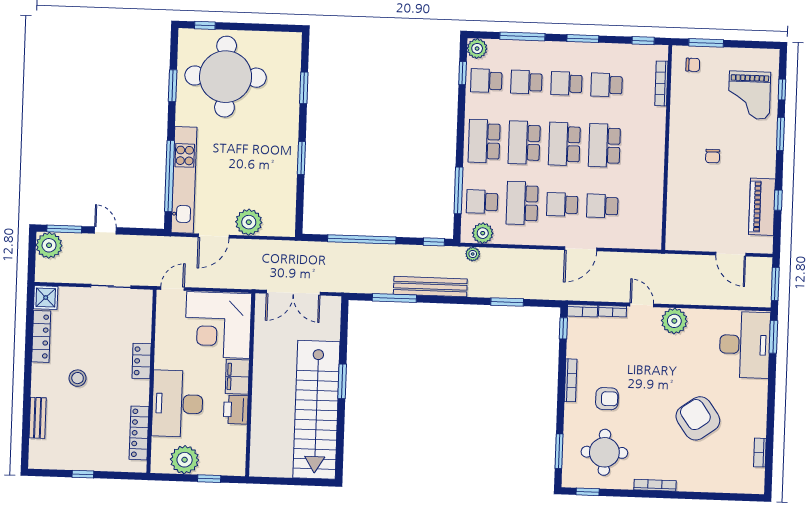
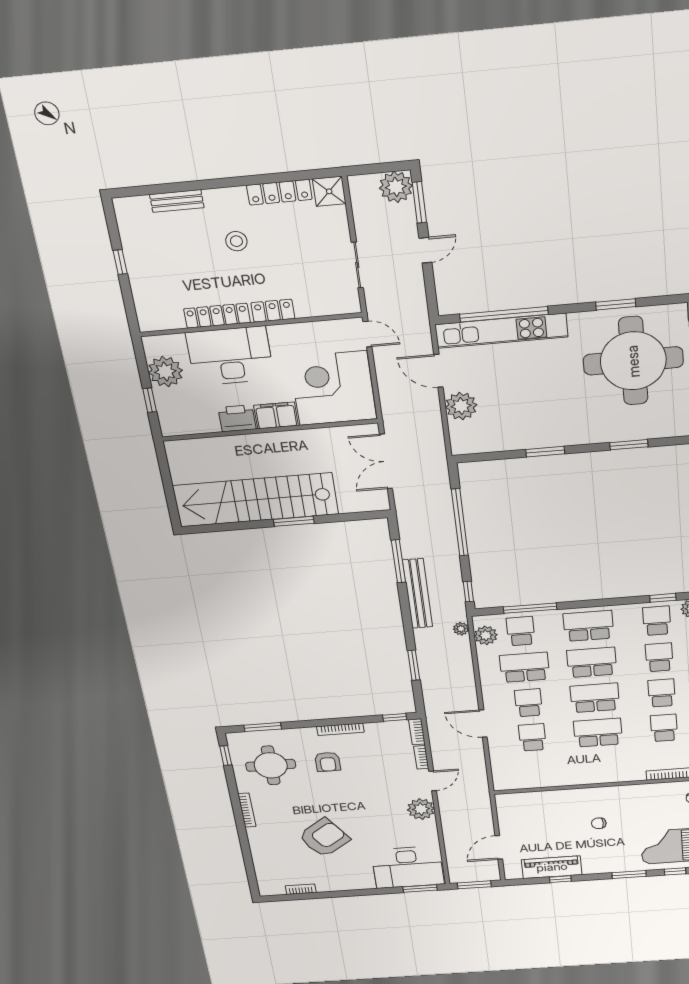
locker: (139, 433) -> (217, 316), moved

